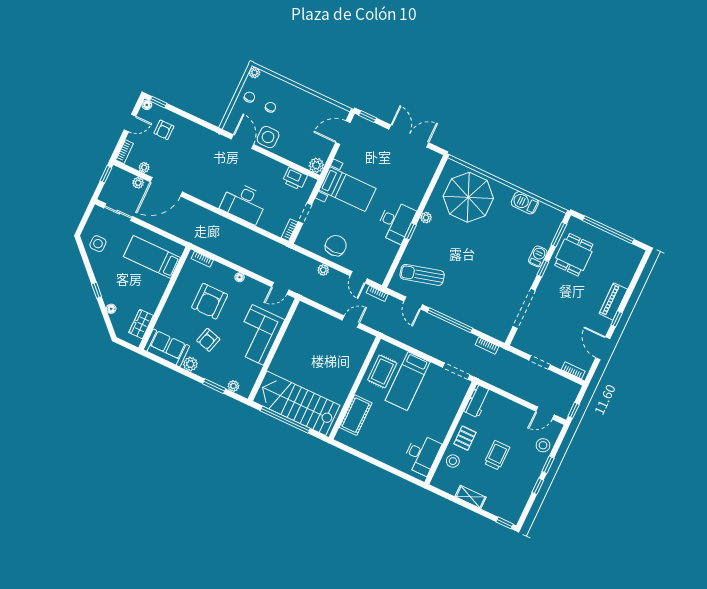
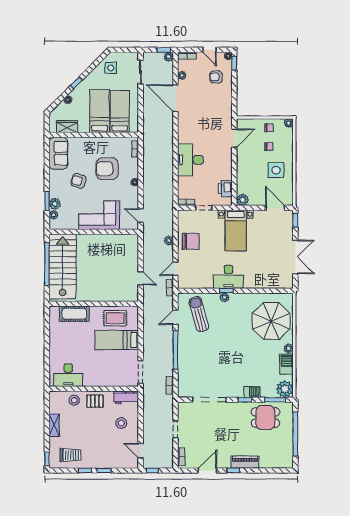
side table: (268, 137) -> (276, 170), moved
plant: (138, 183) -> (169, 57), moved
plant: (508, 192) -> (289, 348), added
plant: (426, 218) -> (224, 297), moved
plant: (552, 218) -> (285, 389), added
bed: (141, 279) -> (99, 111), added
plant: (190, 364) -> (55, 204), moved
stool: (543, 445) -> (121, 423), moved
trolley: (497, 455) -> (71, 455), moved

